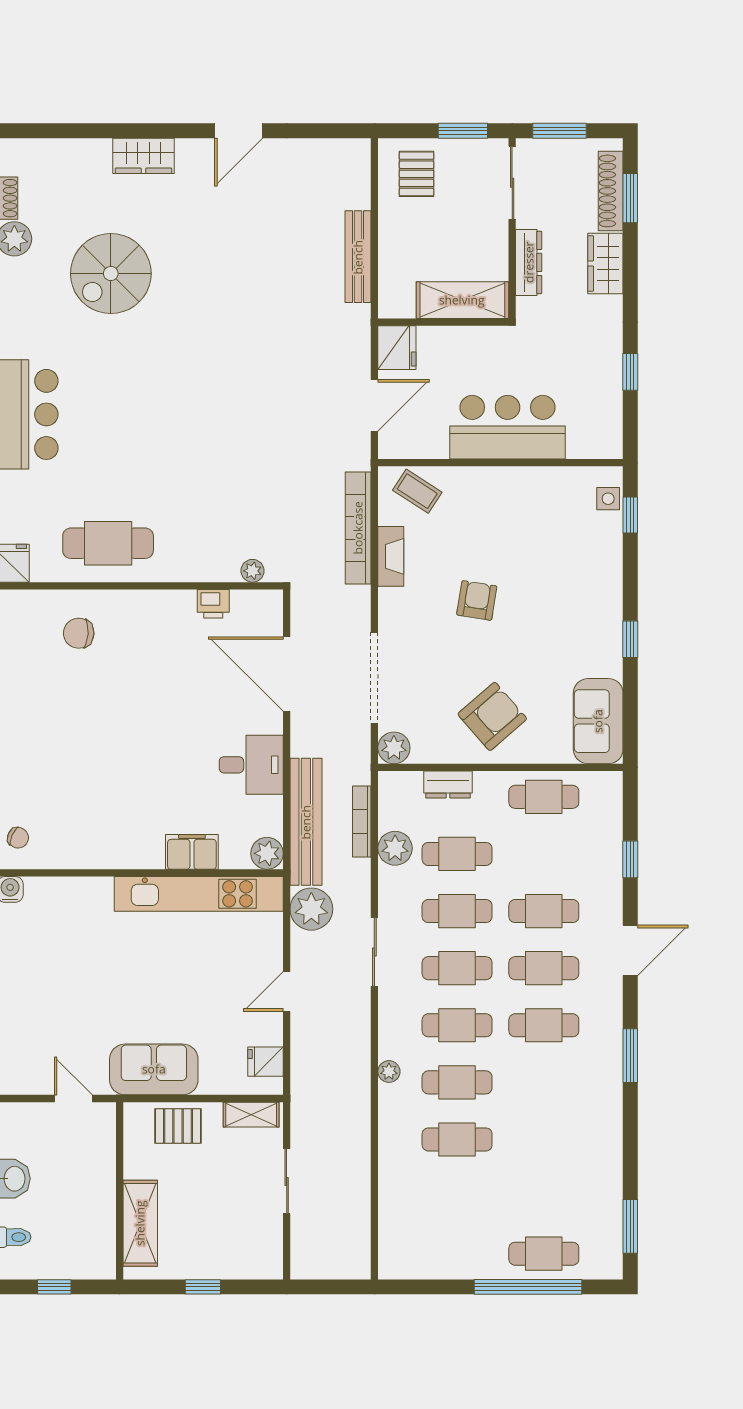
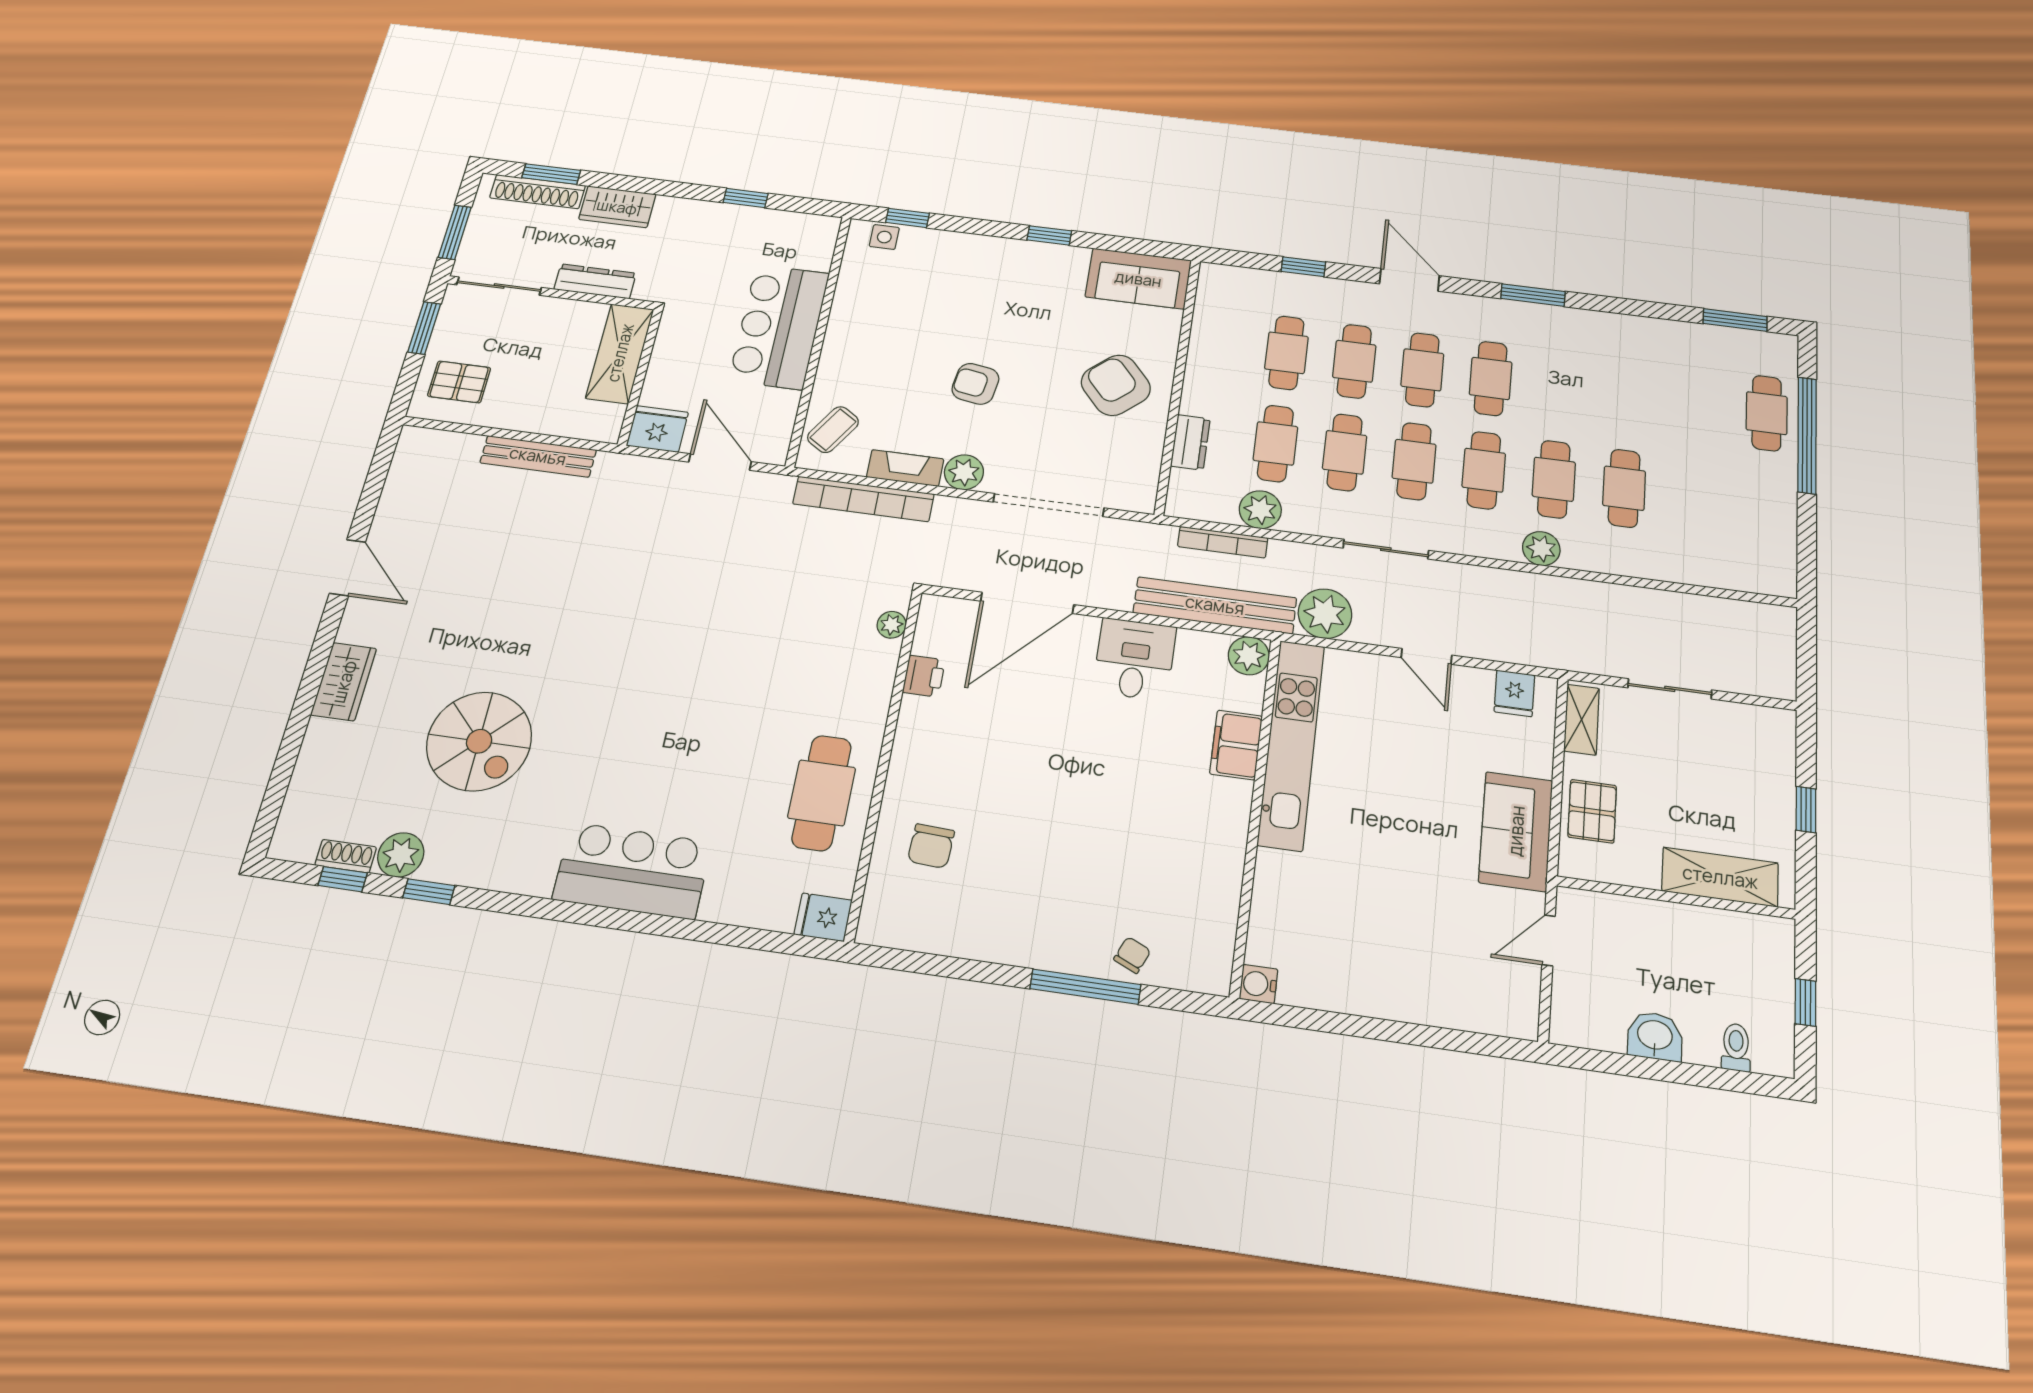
plant: (394, 748) -> (964, 472), moved
cafe table: (544, 797) -> (1286, 353), moved
chair: (18, 838) -> (1132, 955), moved
plant: (389, 1072) -> (1541, 549), width x1.38, depth x1.38

